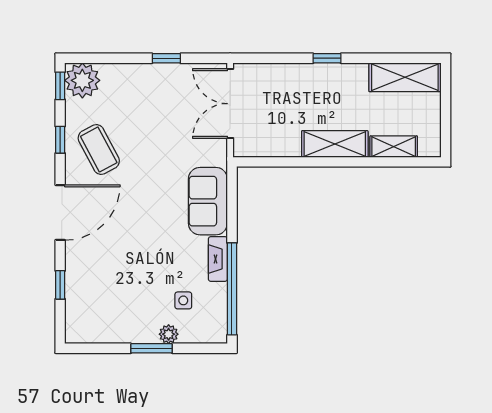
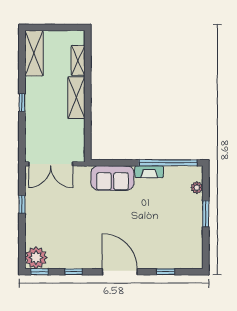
coffee table: (99, 150) -> (80, 247), removed
side table: (183, 300) -> (175, 194), removed
plant: (169, 334) -> (197, 188), moved

